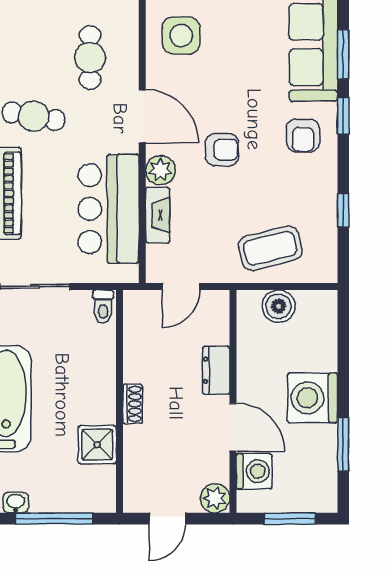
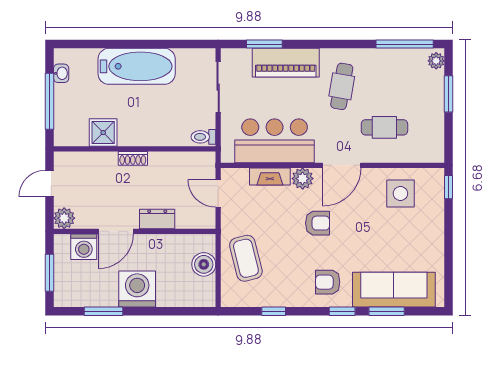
armchair: (222, 150) -> (317, 223), turned -90
door: (167, 519) -> (49, 183), hinge flipped

